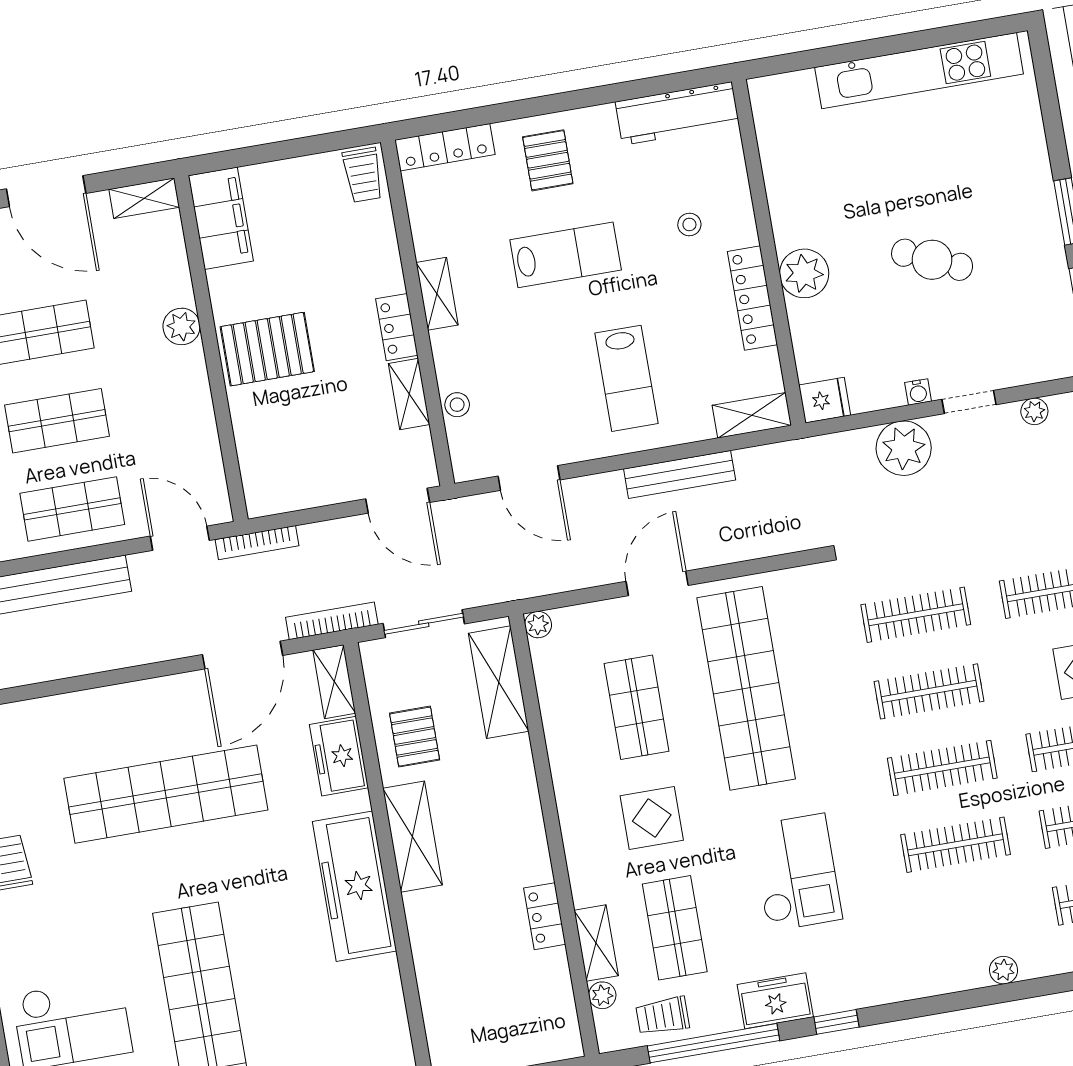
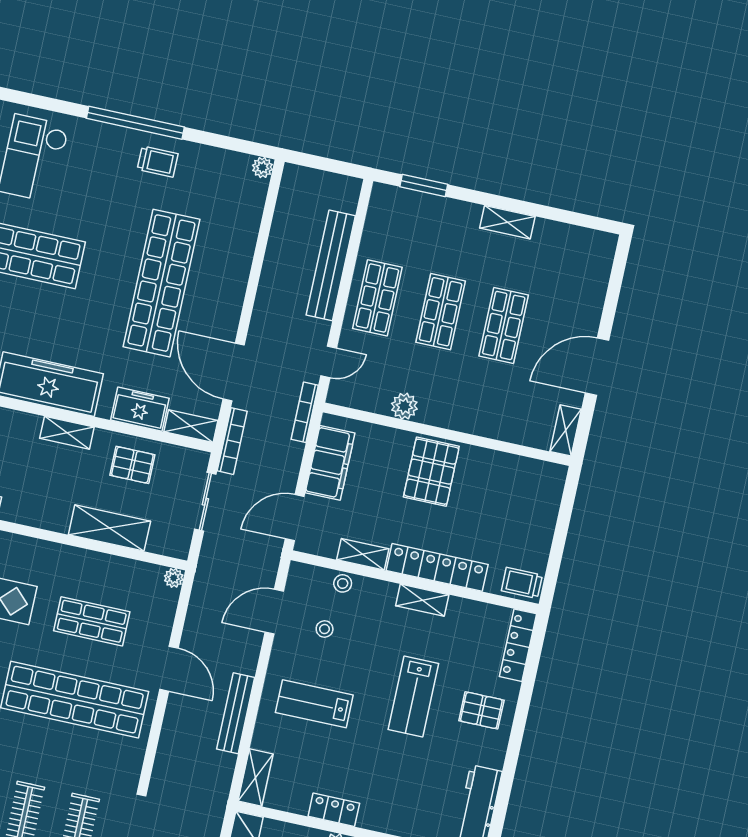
filing cabinet: (221, 218) -> (330, 463), moved, turned -90
stool: (689, 224) -> (325, 629), moved
locker: (752, 298) -> (334, 810), width x0.66
plant: (181, 326) -> (404, 406), moved
locker: (397, 327) -> (437, 567), width x2.16, depth x1.21
door: (180, 538) -> (329, 362), width x0.73
shelving: (499, 682) -> (109, 528), moved
shelving: (413, 837) -> (67, 433), width x0.67, depth x0.75

